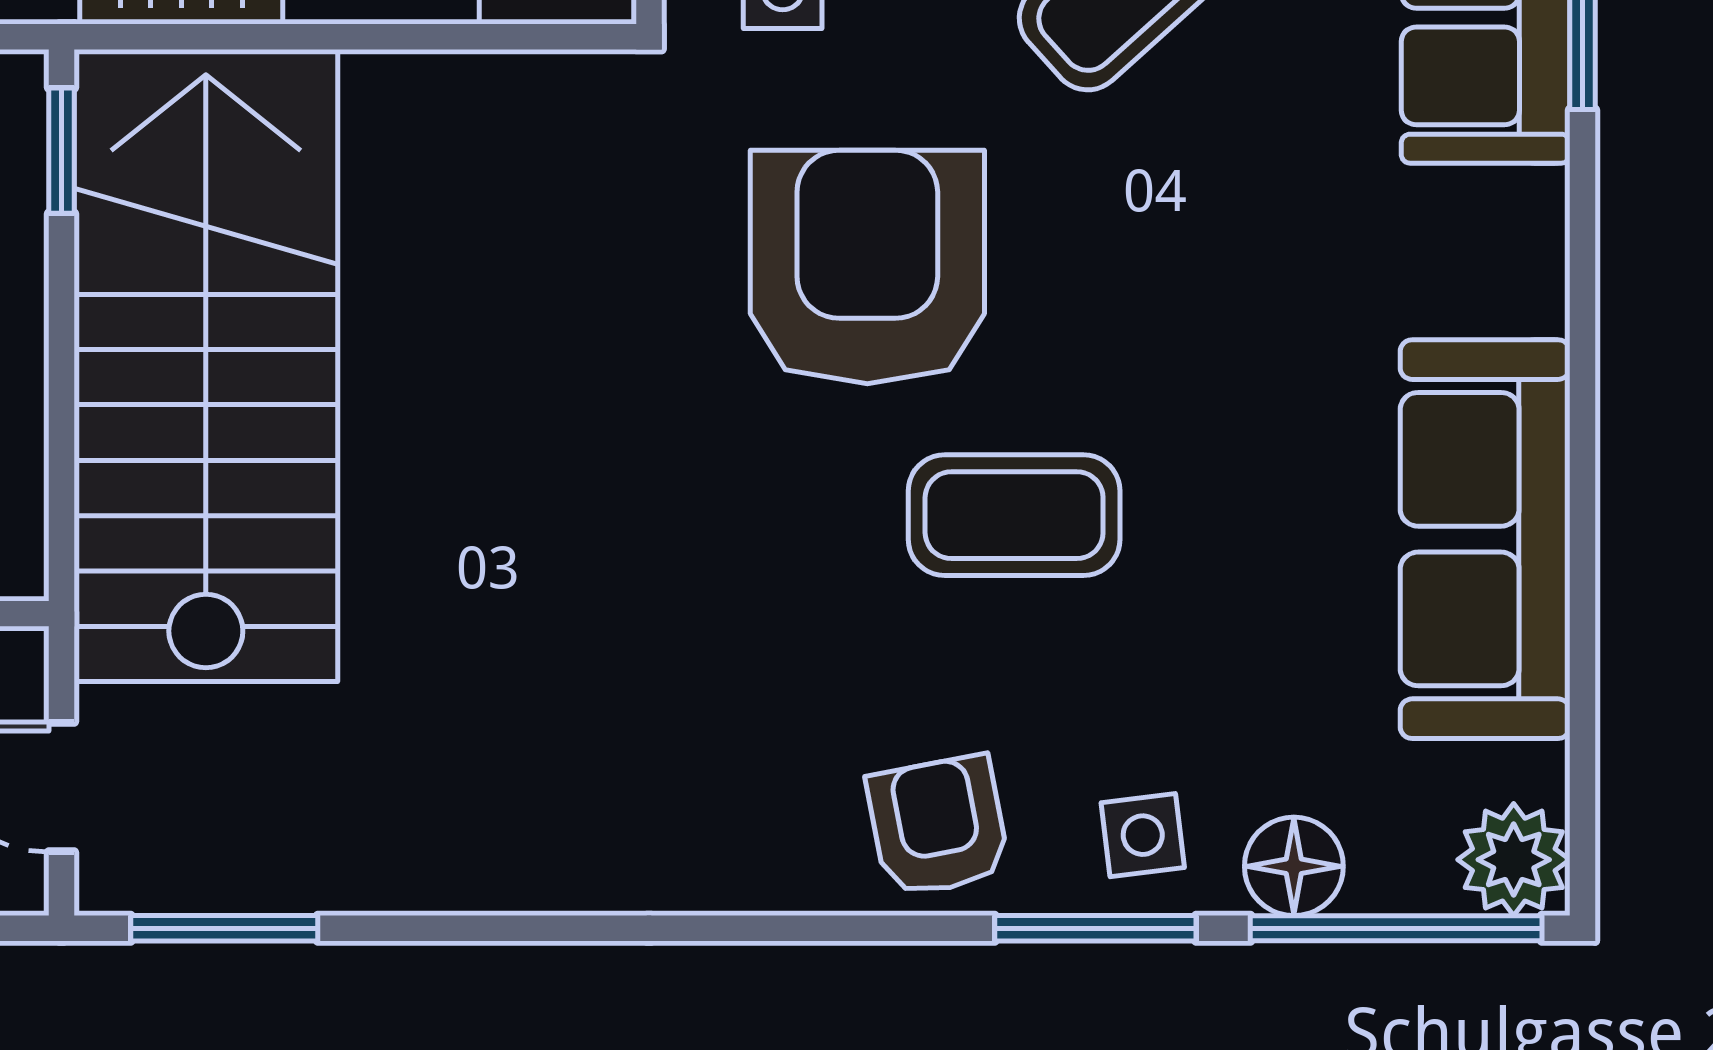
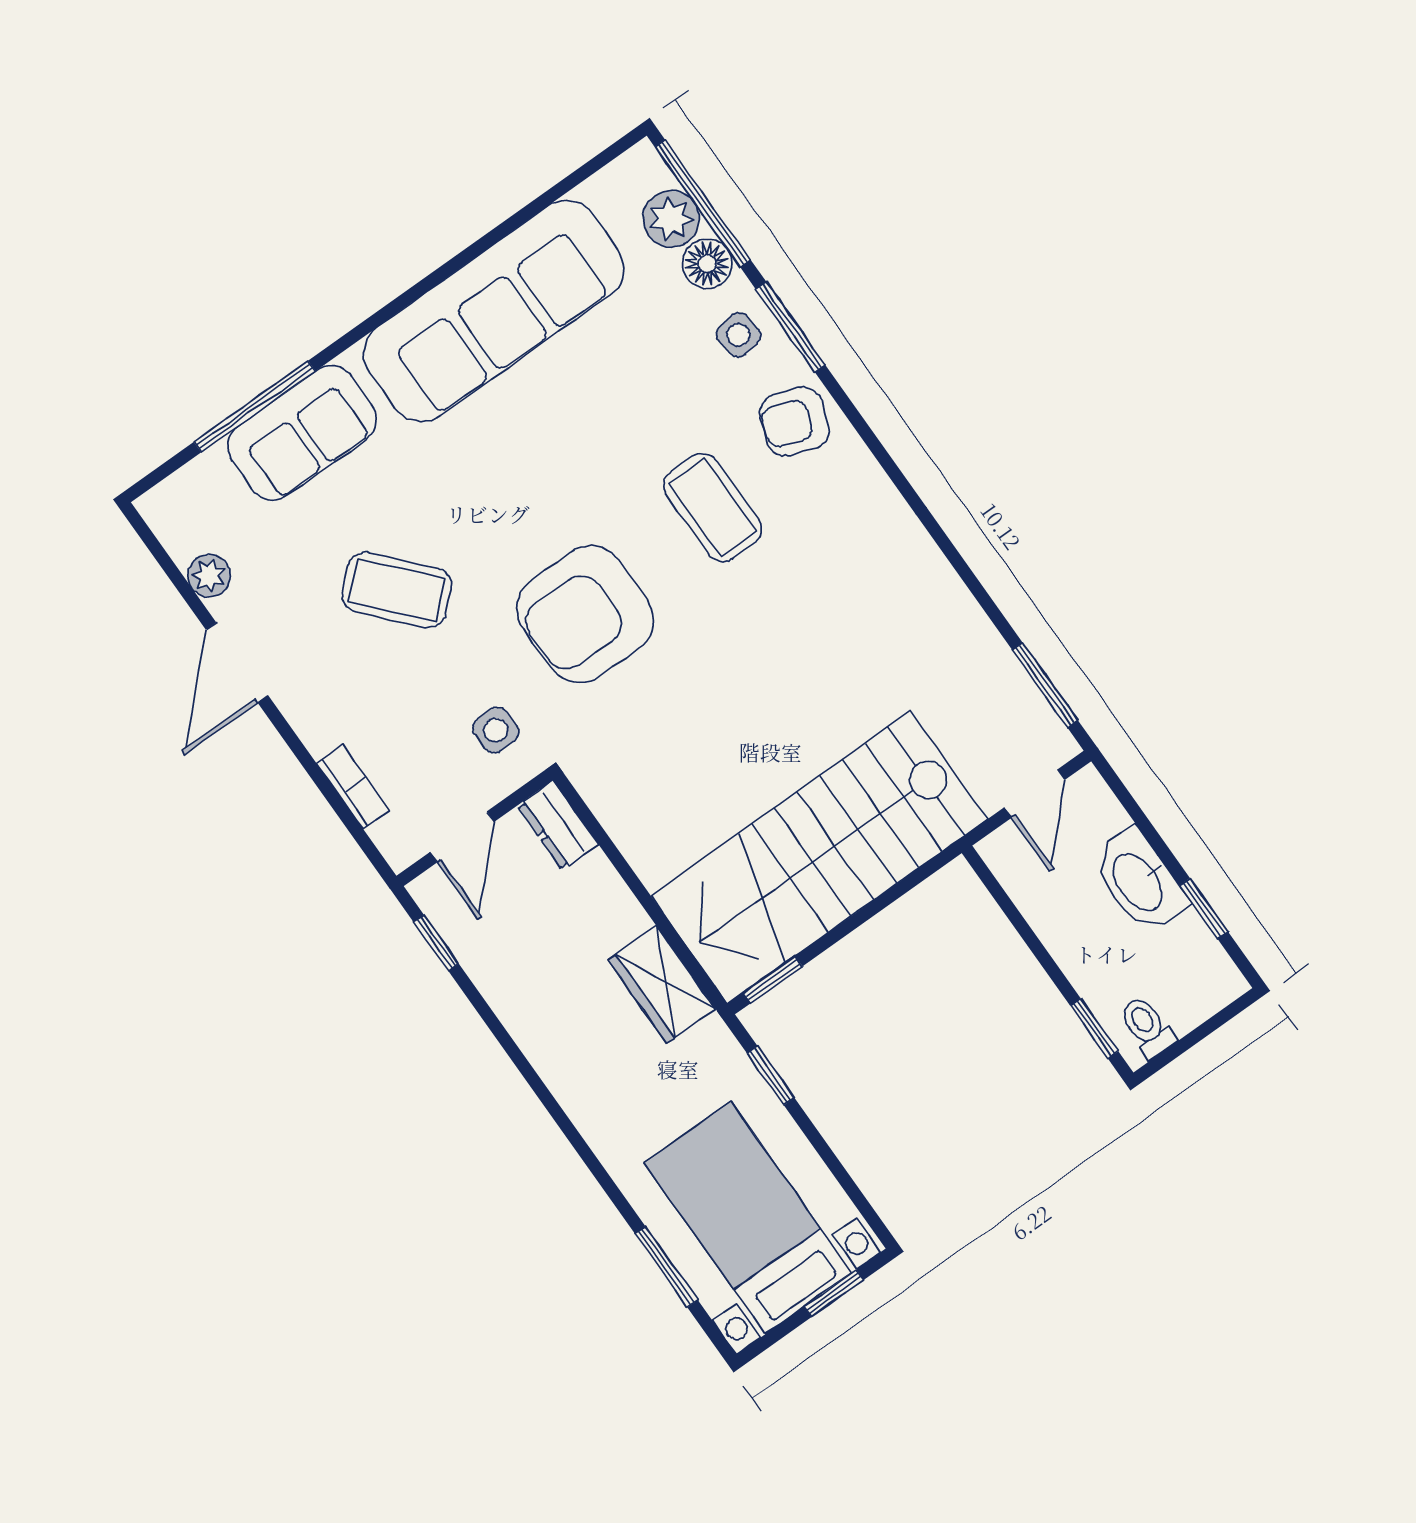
coffee table: (1014, 515) -> (713, 507), moved
sofa: (1485, 539) -> (494, 311), width x1.36, depth x1.27
armchair: (938, 826) -> (794, 422), turned 31
plant: (1514, 860) -> (671, 219), moved

